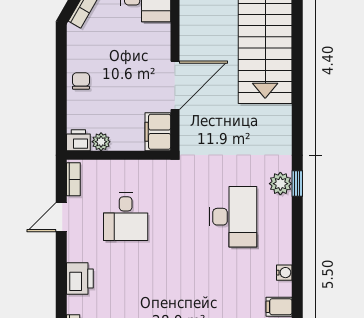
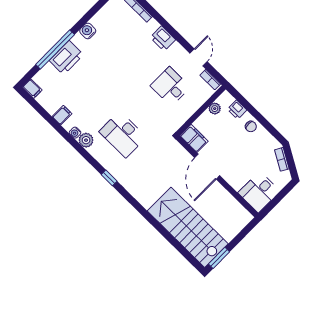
printer: (78, 140) -> (237, 110), moved, turned 90
plant: (280, 184) -> (86, 140), moved

